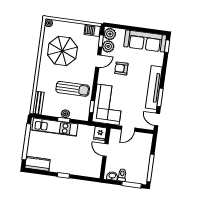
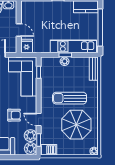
door: (98, 61) -> (39, 119), hinge flipped
sun lounger: (73, 89) -> (70, 98), moved

